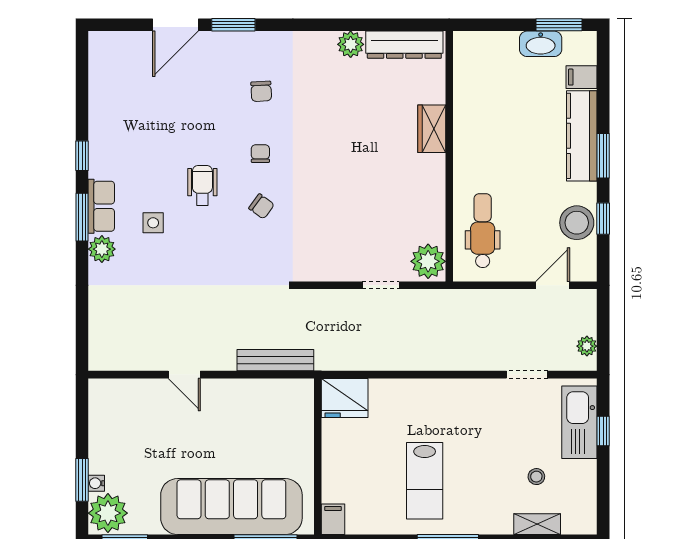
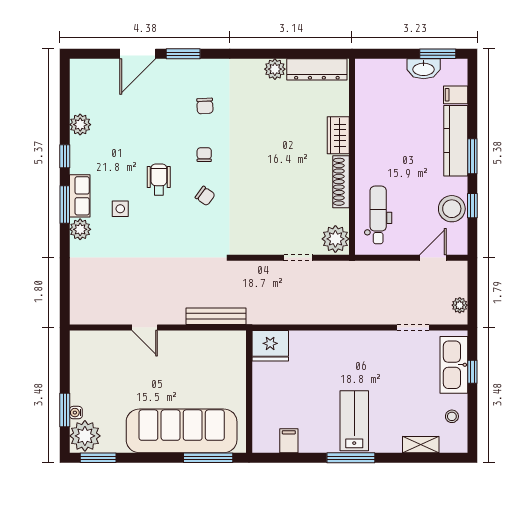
plant: (102, 115) -> (80, 125), added
shoe rack: (435, 188) -> (341, 182), added
stool: (536, 477) -> (452, 416), moved
lab bench: (425, 481) -> (354, 421), moved, turned 180
filing cabinet: (333, 519) -> (289, 441), moved

